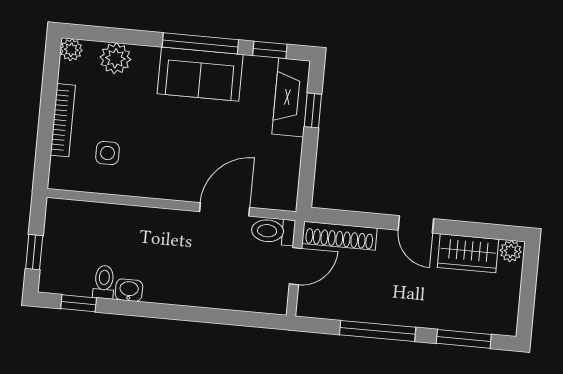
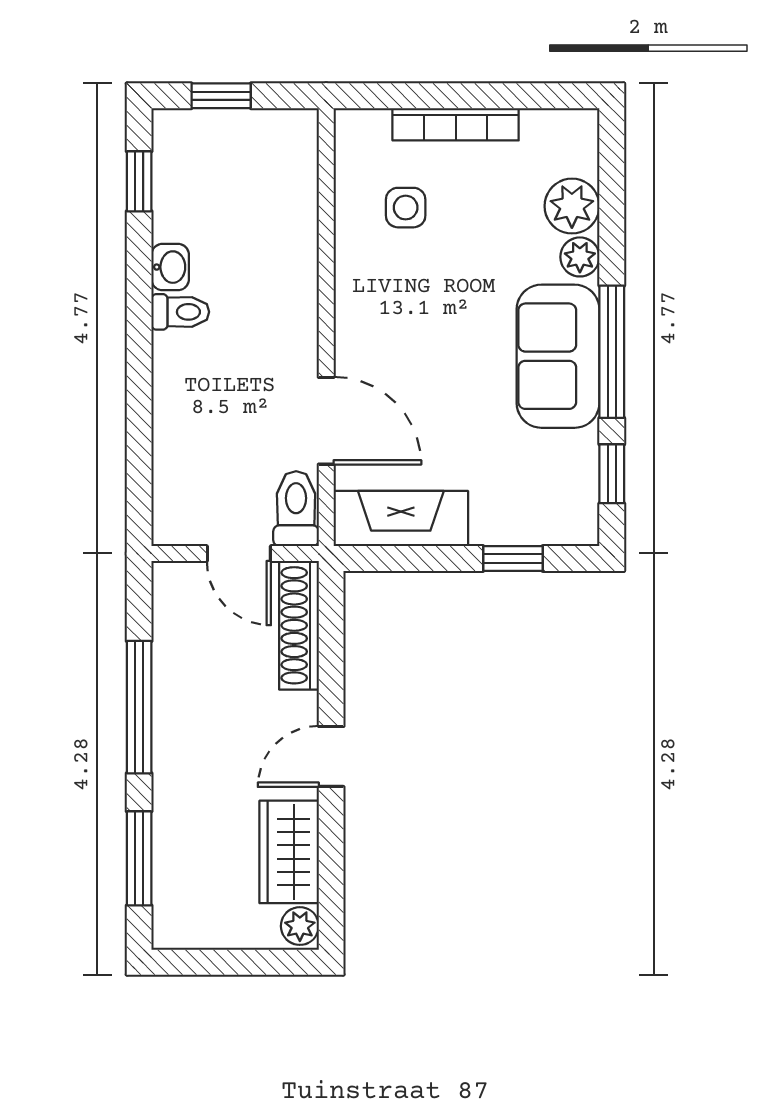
plant: (71, 50) -> (580, 257), moved
fireplace: (291, 97) -> (401, 519), moved
toilet: (104, 282) -> (180, 312), moved

